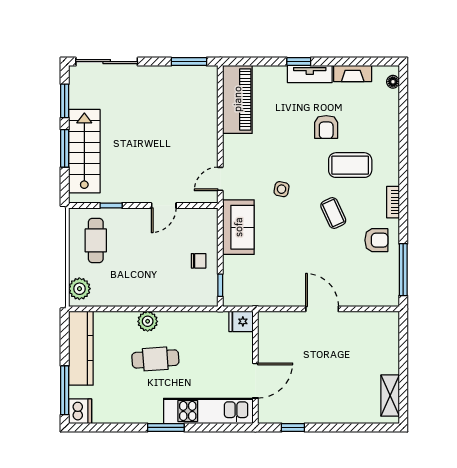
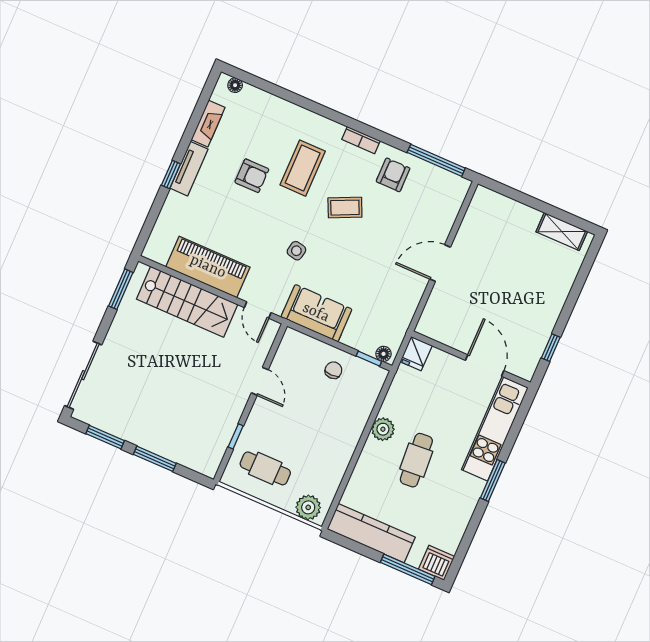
piano: (237, 99) -> (208, 267), moved
stairs: (84, 151) -> (187, 302), moved, turned 180
floor lamp: (229, 295) -> (384, 354), added
plant: (148, 321) -> (383, 429), moved

